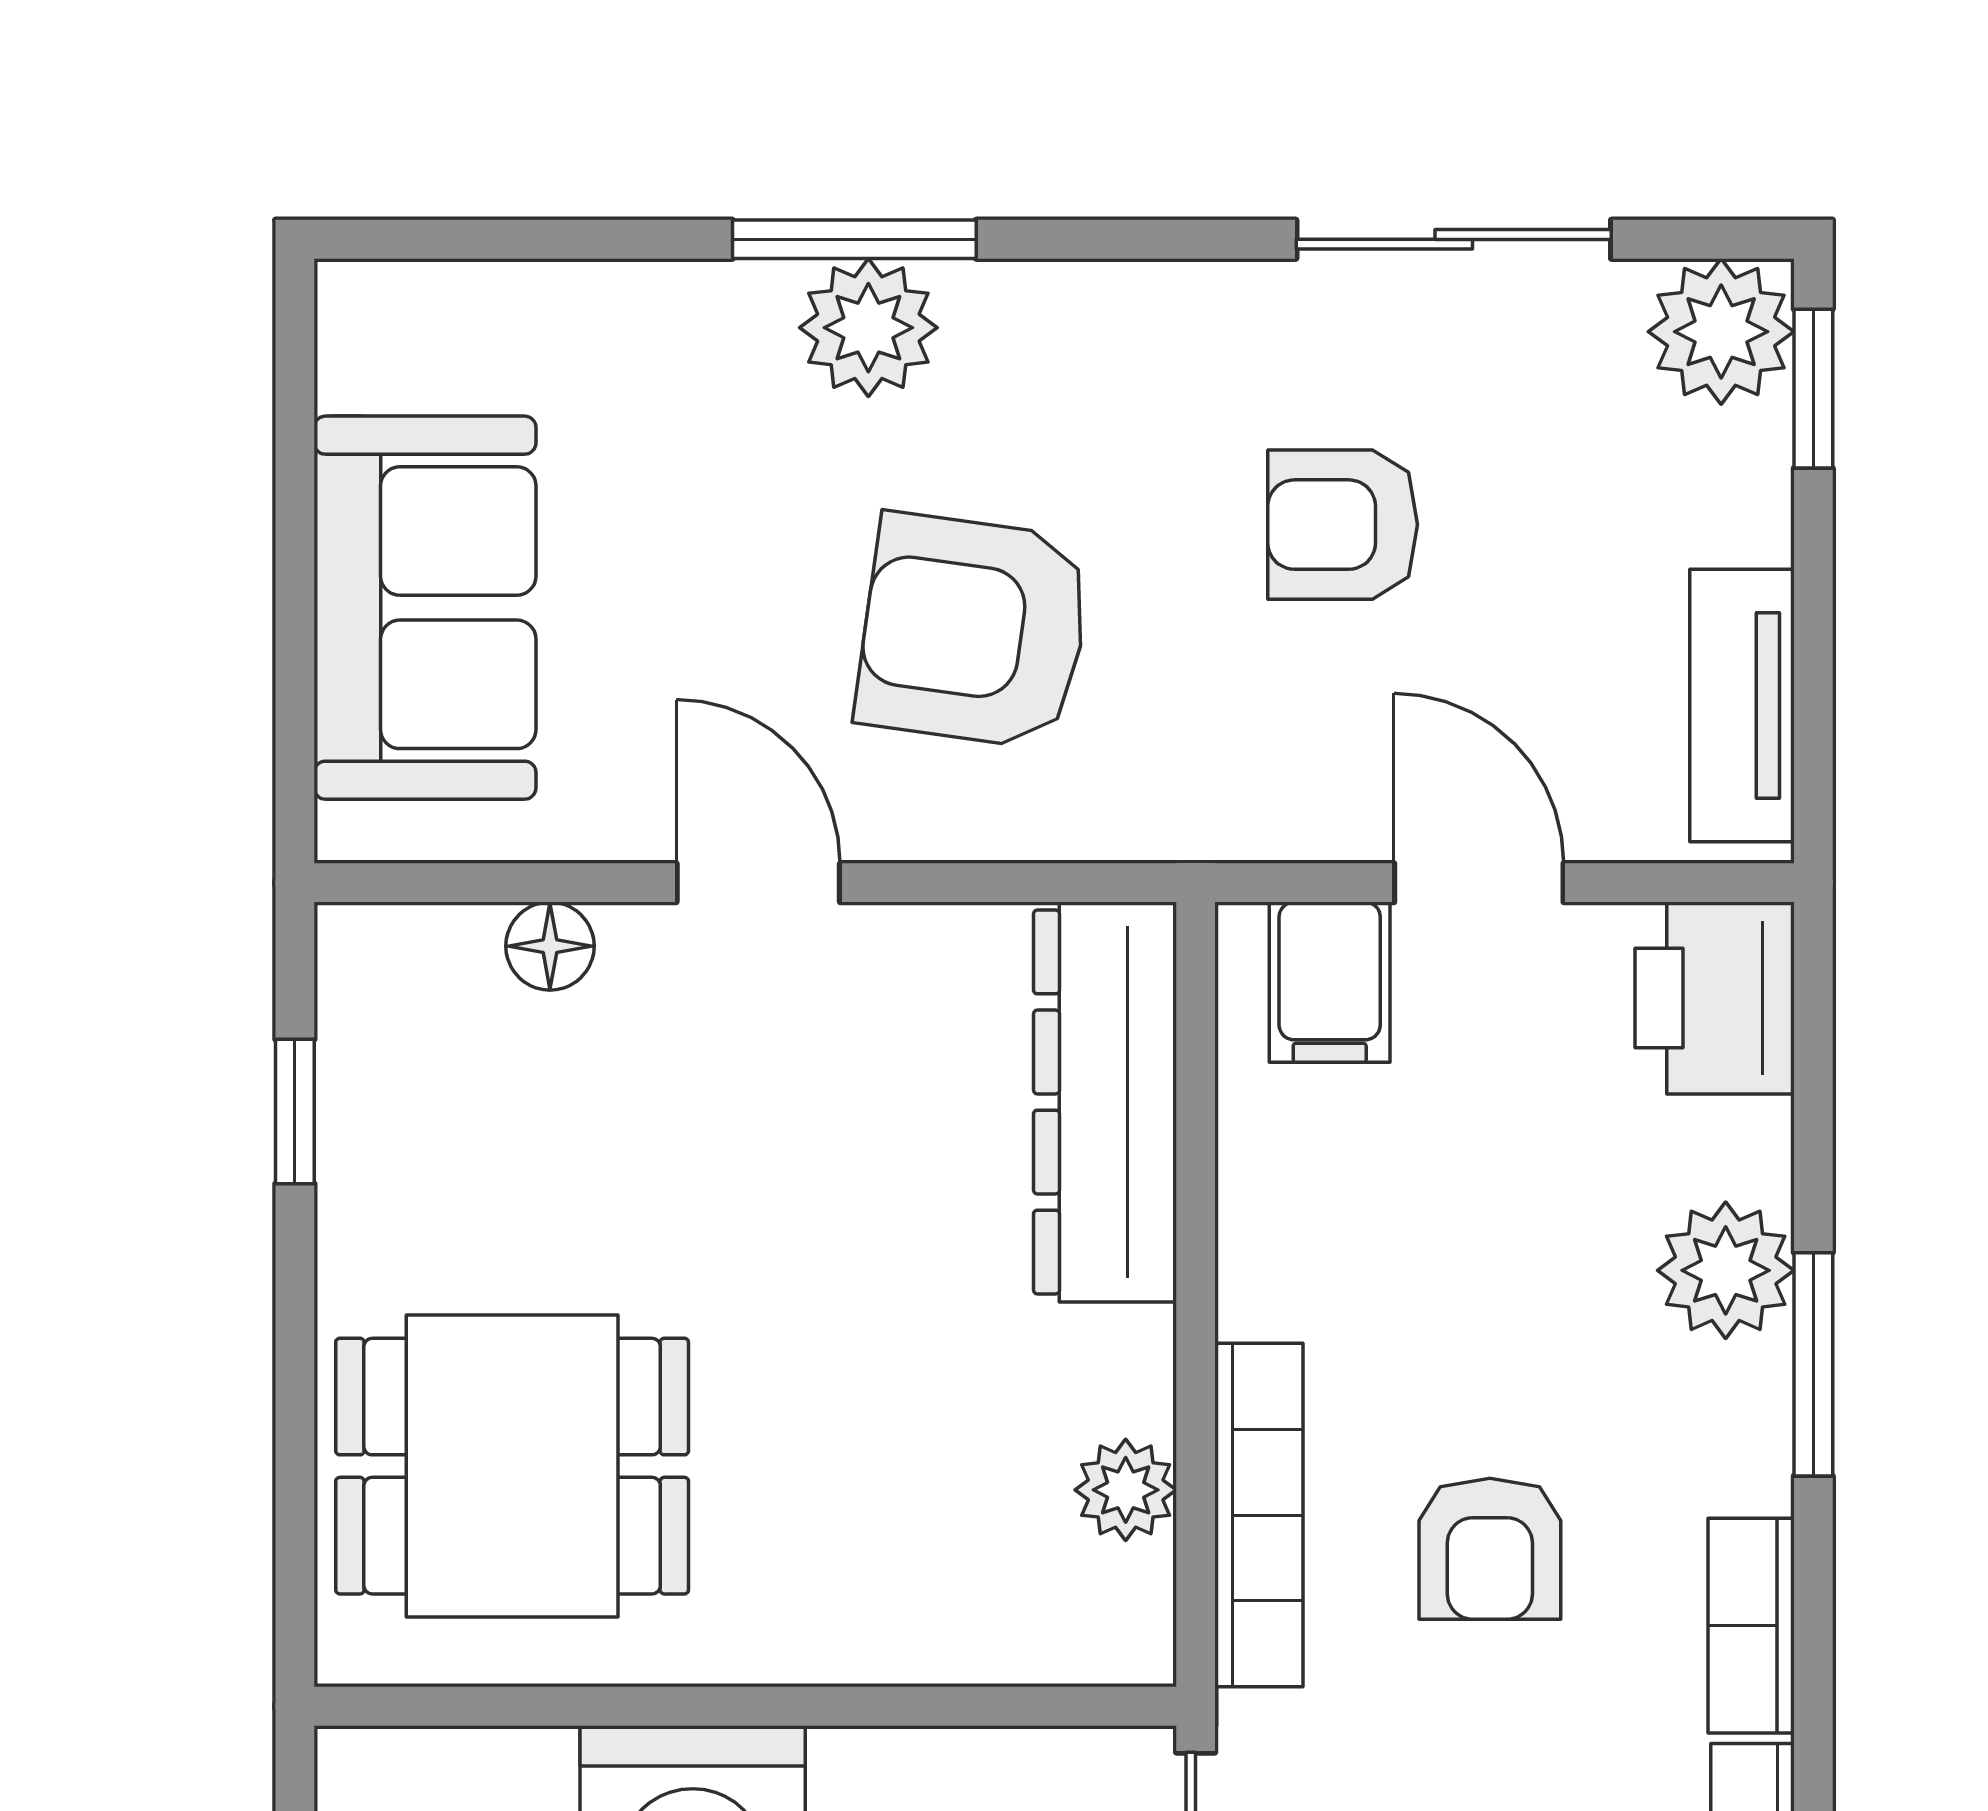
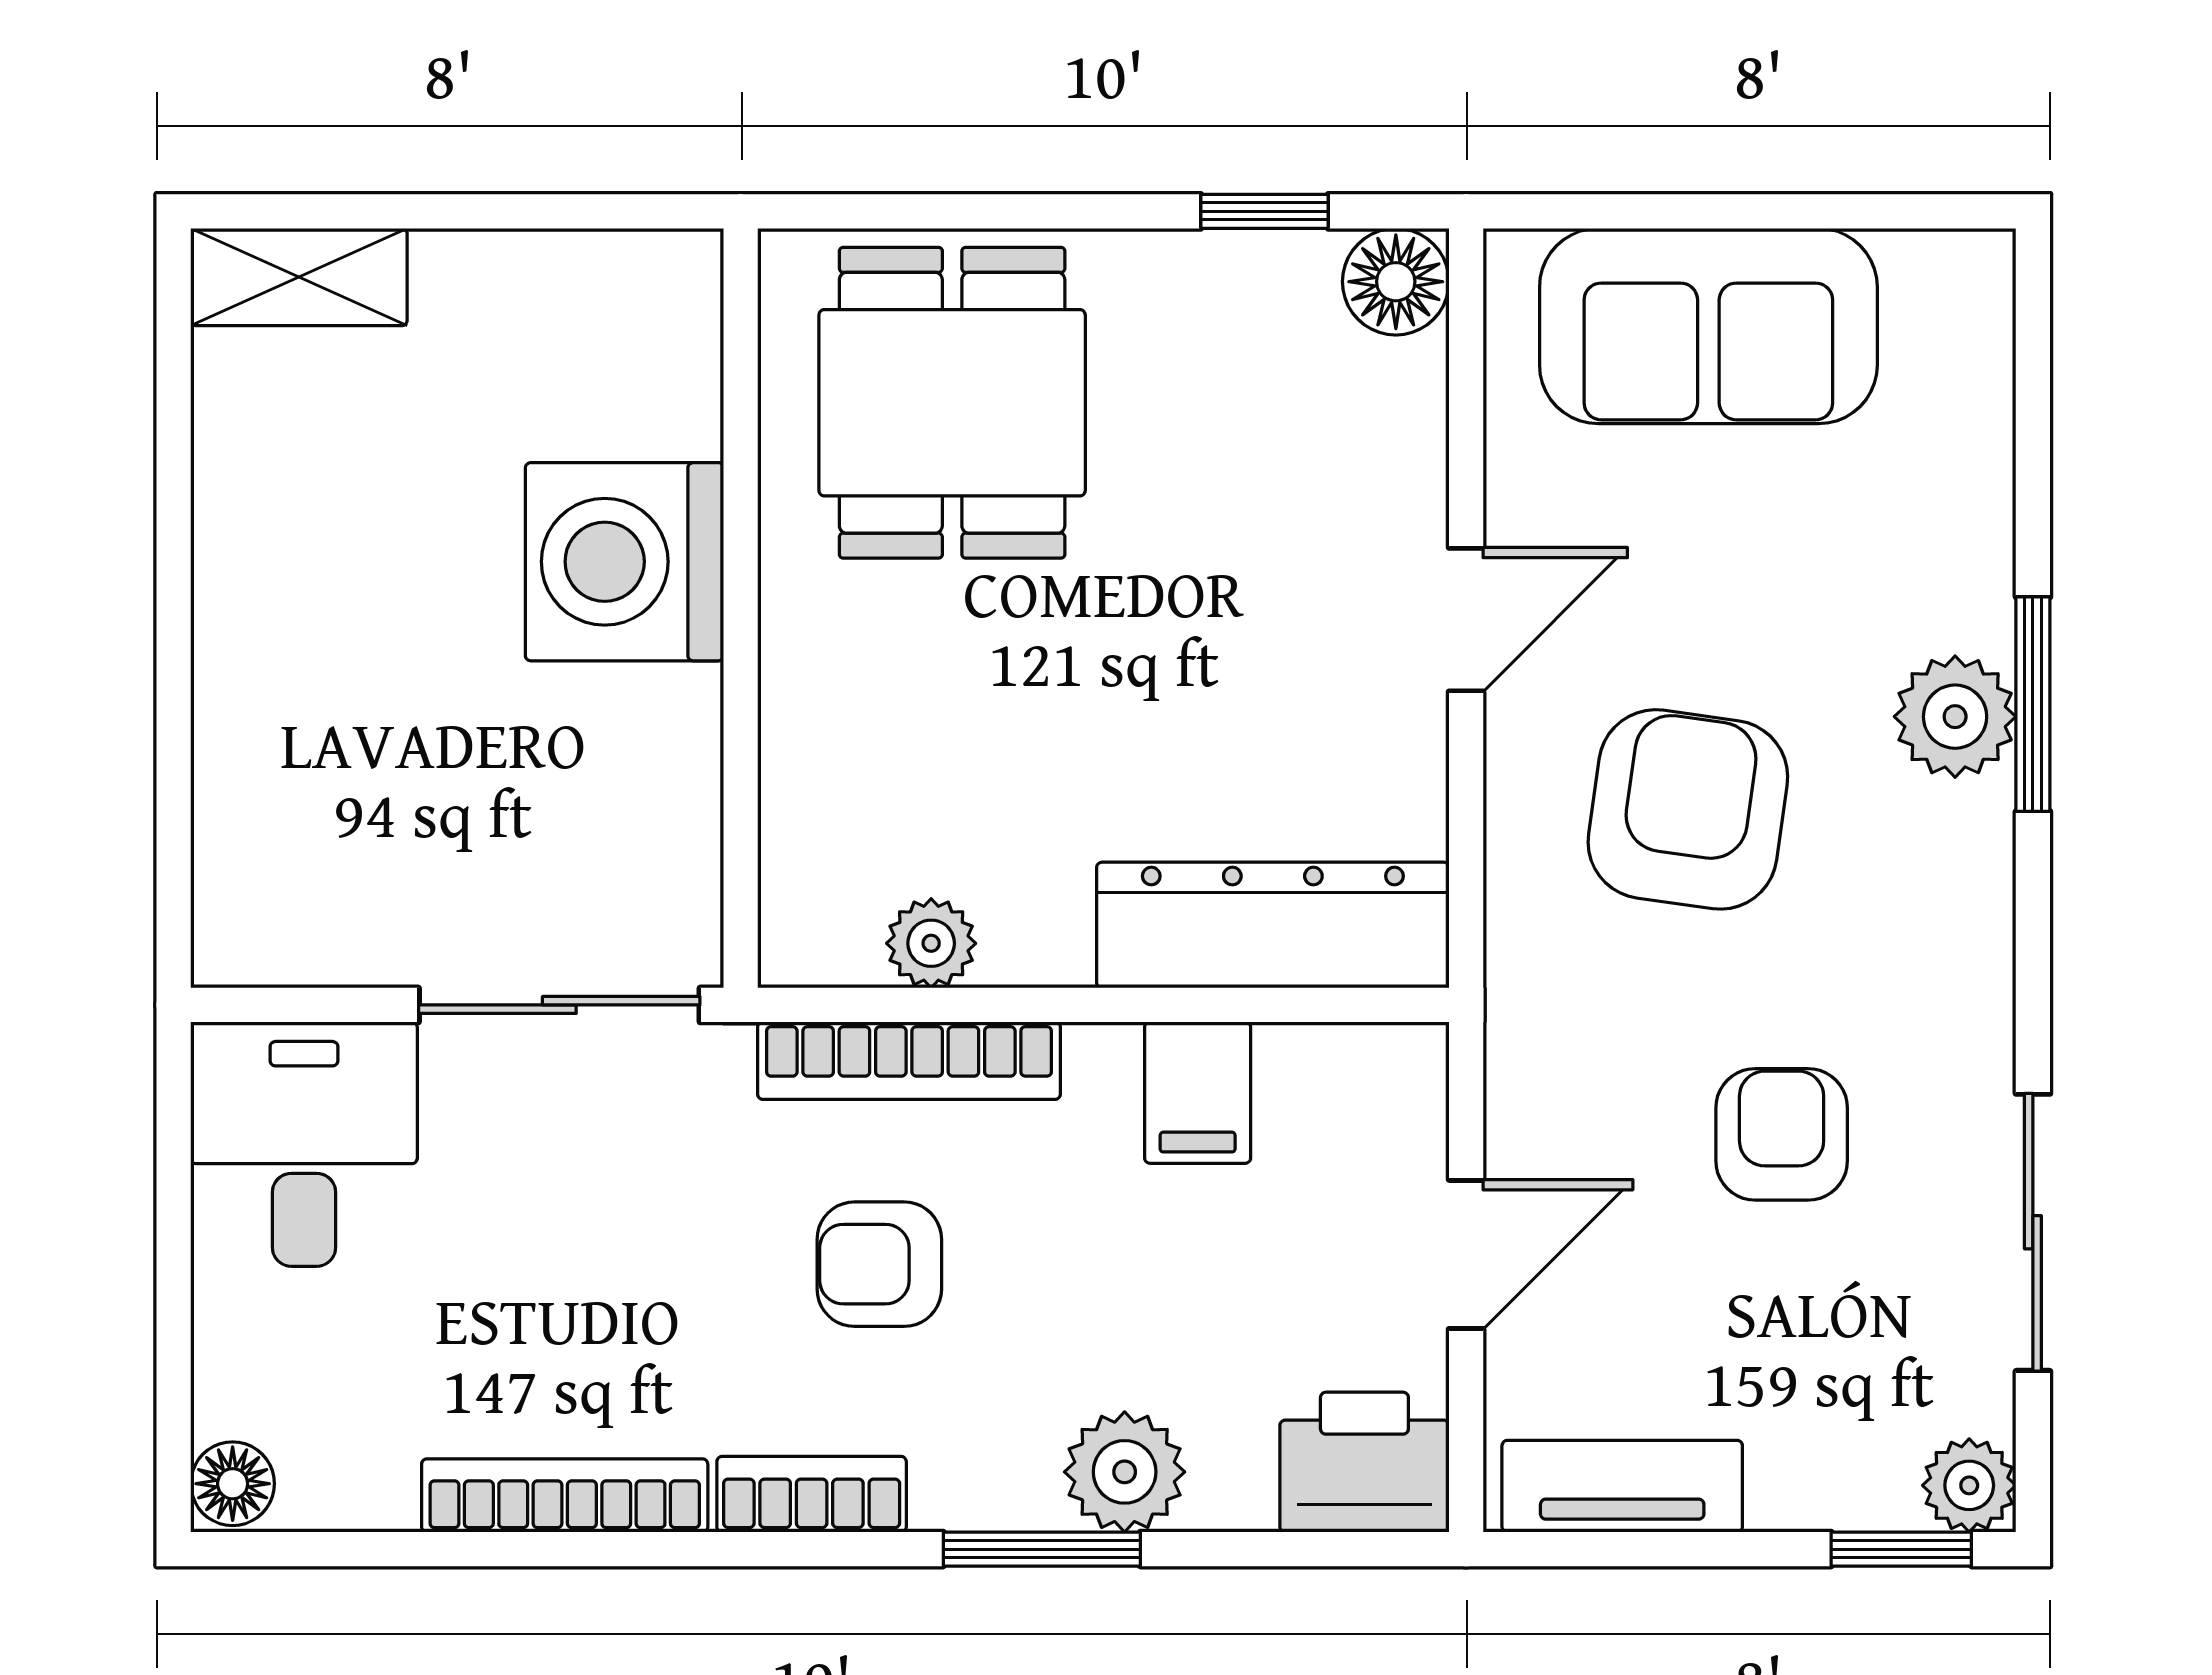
plant: (1721, 332) -> (1969, 1485), width x0.73, depth x0.73
floor lamp: (550, 946) -> (1396, 282), moved, width x1.37, depth x1.37
filing cabinet: (1330, 982) -> (1198, 1093), moved, turned -90

